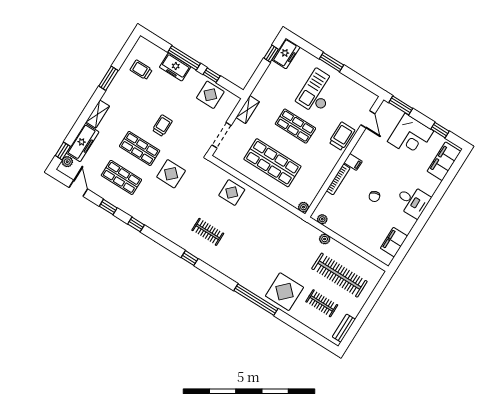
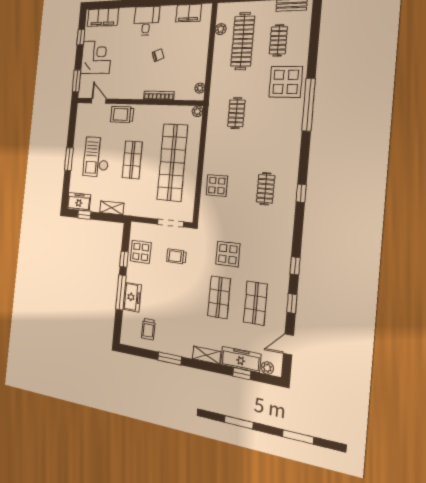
checkout: (317, 92) -> (97, 157), turned 90
shelving: (248, 110) -> (112, 208), moved
door: (368, 119) -> (99, 101), hinge flipped
trolley: (162, 126) -> (176, 256), moved
window: (63, 151) -> (242, 374), moved
filing cabinet: (353, 162) -> (138, 92), removed
shop shelf: (272, 163) -> (172, 162), width x1.40
clothes rail: (282, 239) -> (236, 113), added
plant: (325, 239) -> (221, 29), moved

